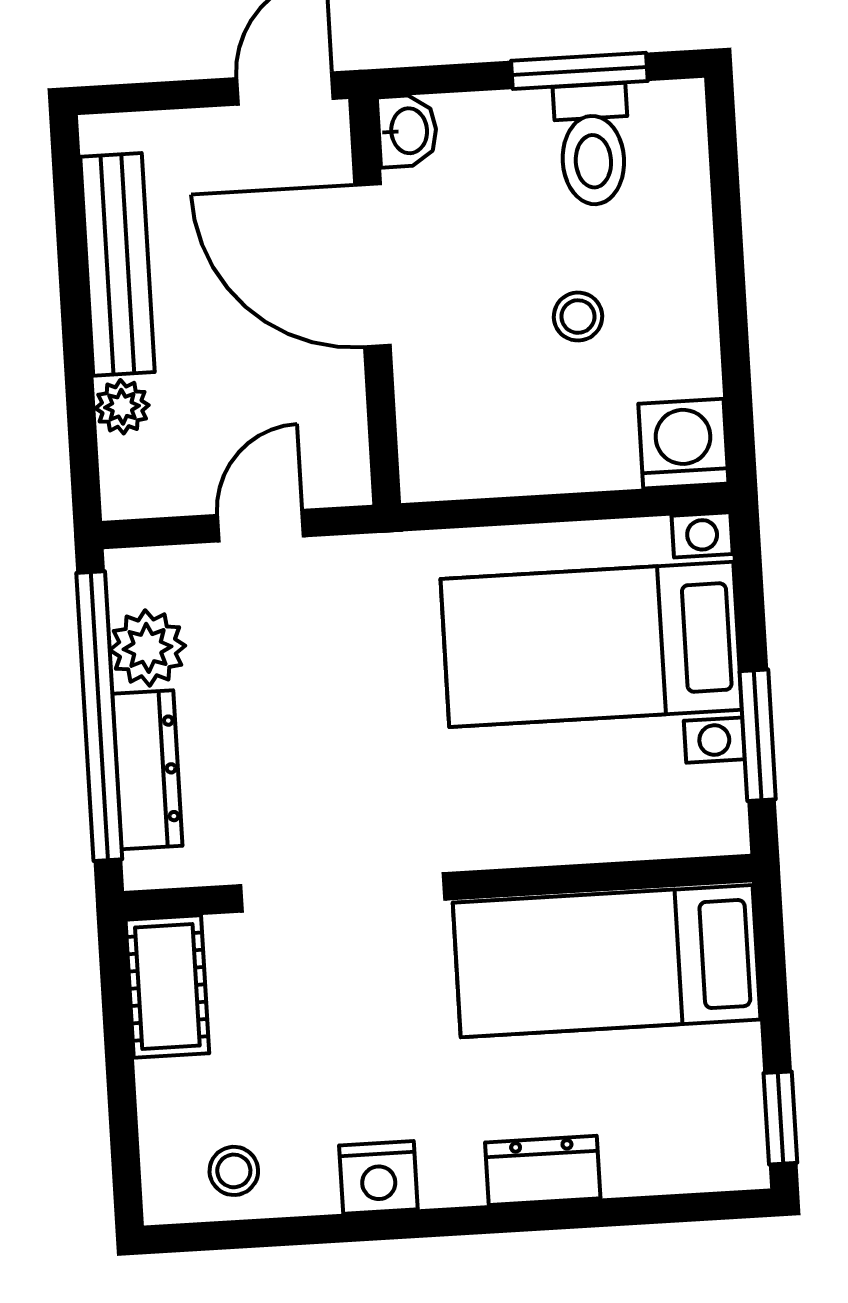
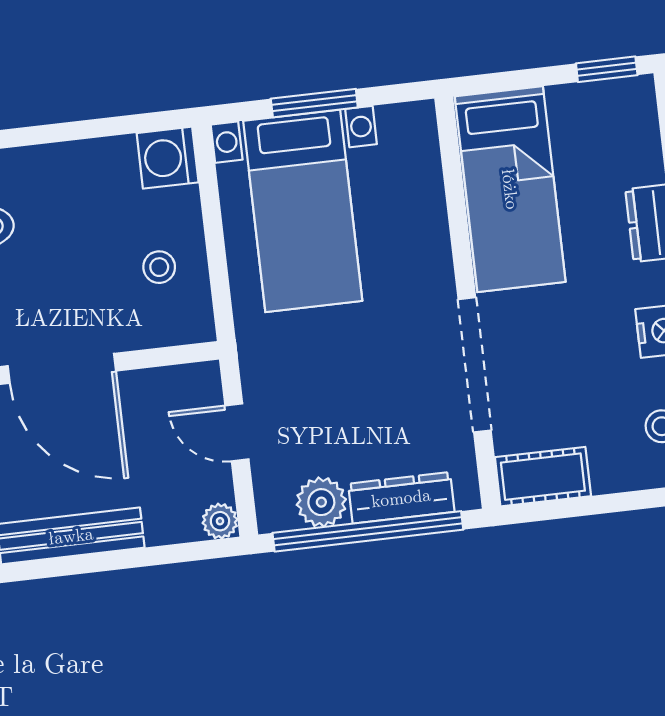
door: (373, 265) -> (62, 368), hinge flipped
stool: (578, 317) -> (159, 267), moved
plant: (122, 407) -> (220, 521), moved
window: (758, 735) -> (314, 103), moved

